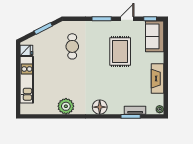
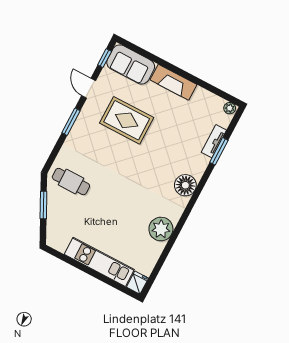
cafe table: (72, 46) -> (71, 181), moved
fridge: (26, 50) -> (137, 283), moved
fireplace: (158, 79) -> (174, 82), moved

